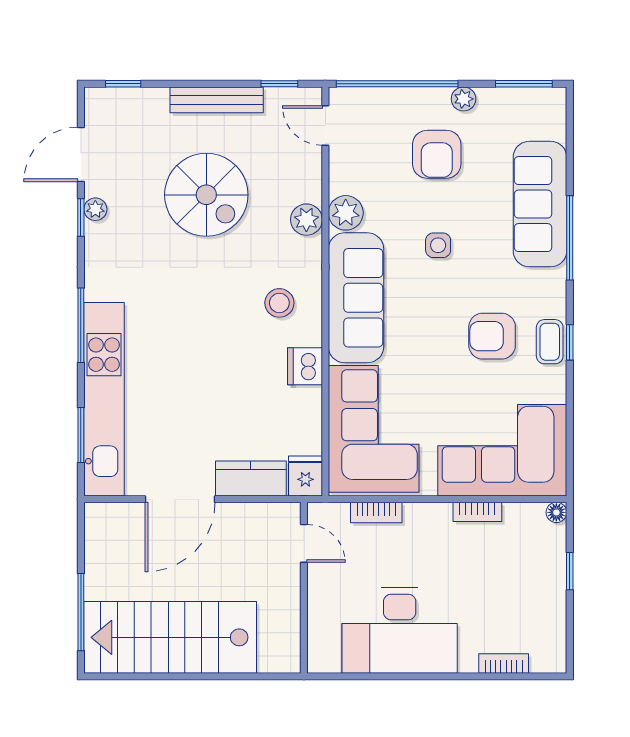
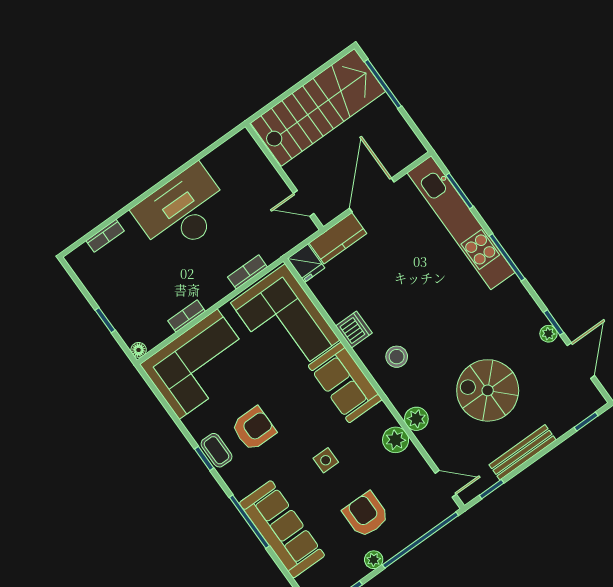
sofa: (356, 298) -> (345, 383), width x0.73
door: (304, 543) -> (304, 203), moved
wall: (304, 588) -> (284, 177), moved

